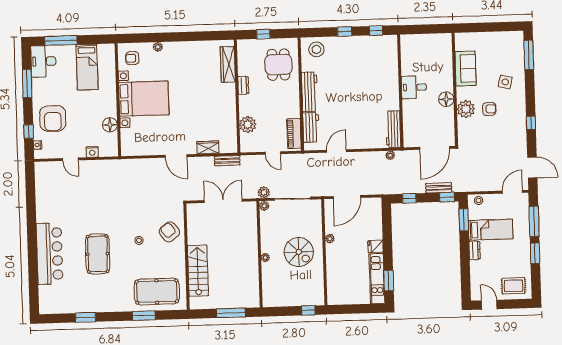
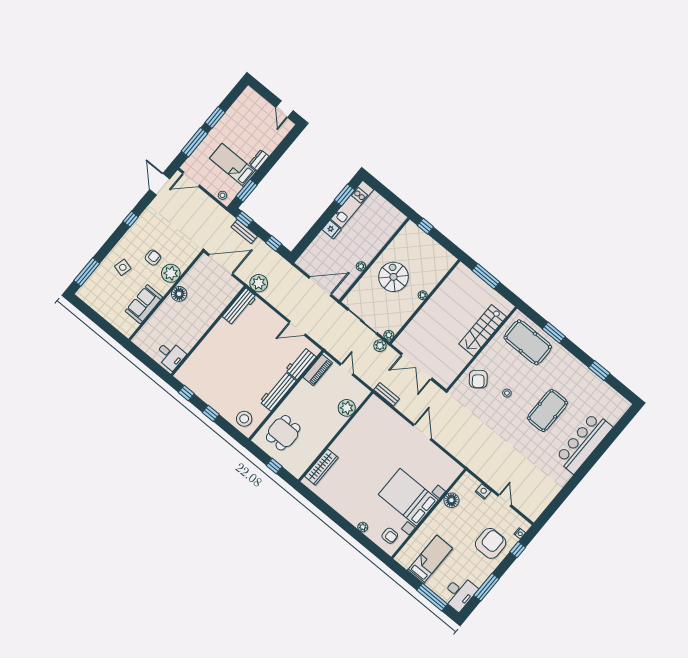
dresser: (243, 85) -> (324, 441), removed
desk: (414, 87) -> (170, 355), moved
armchair: (489, 109) -> (153, 258), turned 90
wardrobe: (208, 147) -> (392, 417), removed
plant: (390, 155) -> (259, 283), width x1.88, depth x1.88
rug: (514, 286) -> (253, 107), removed

